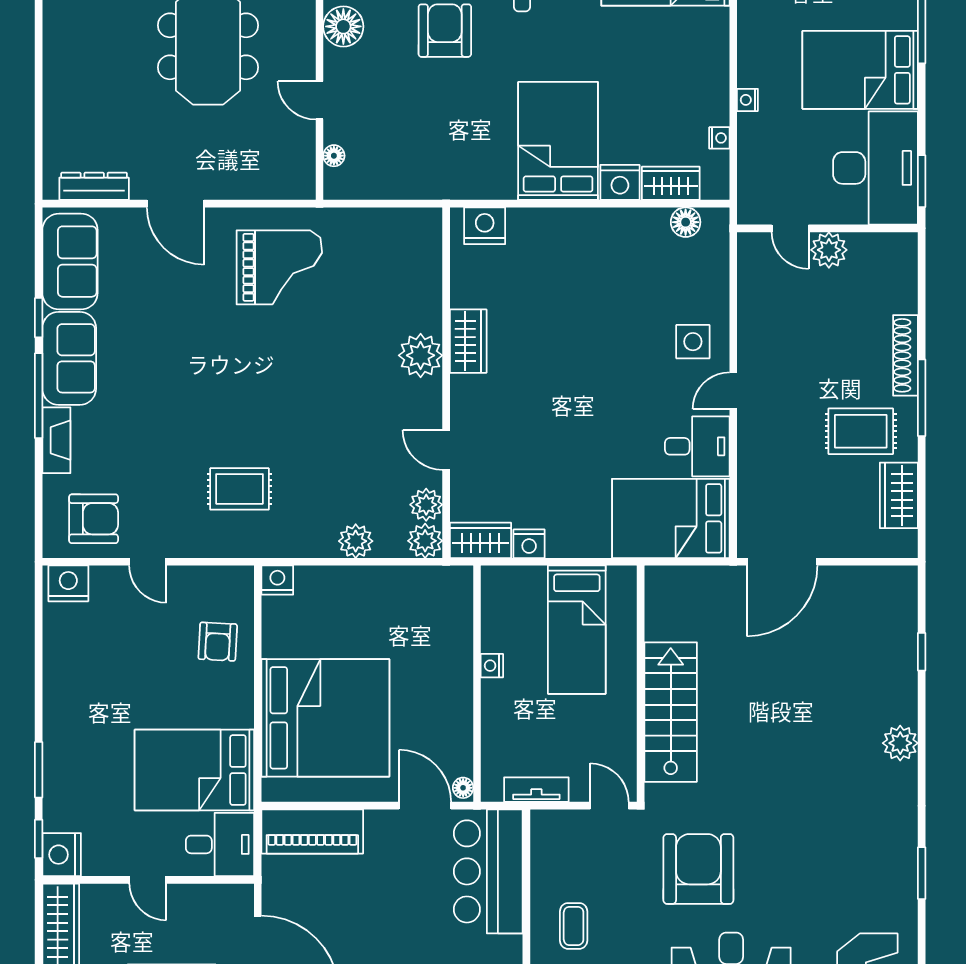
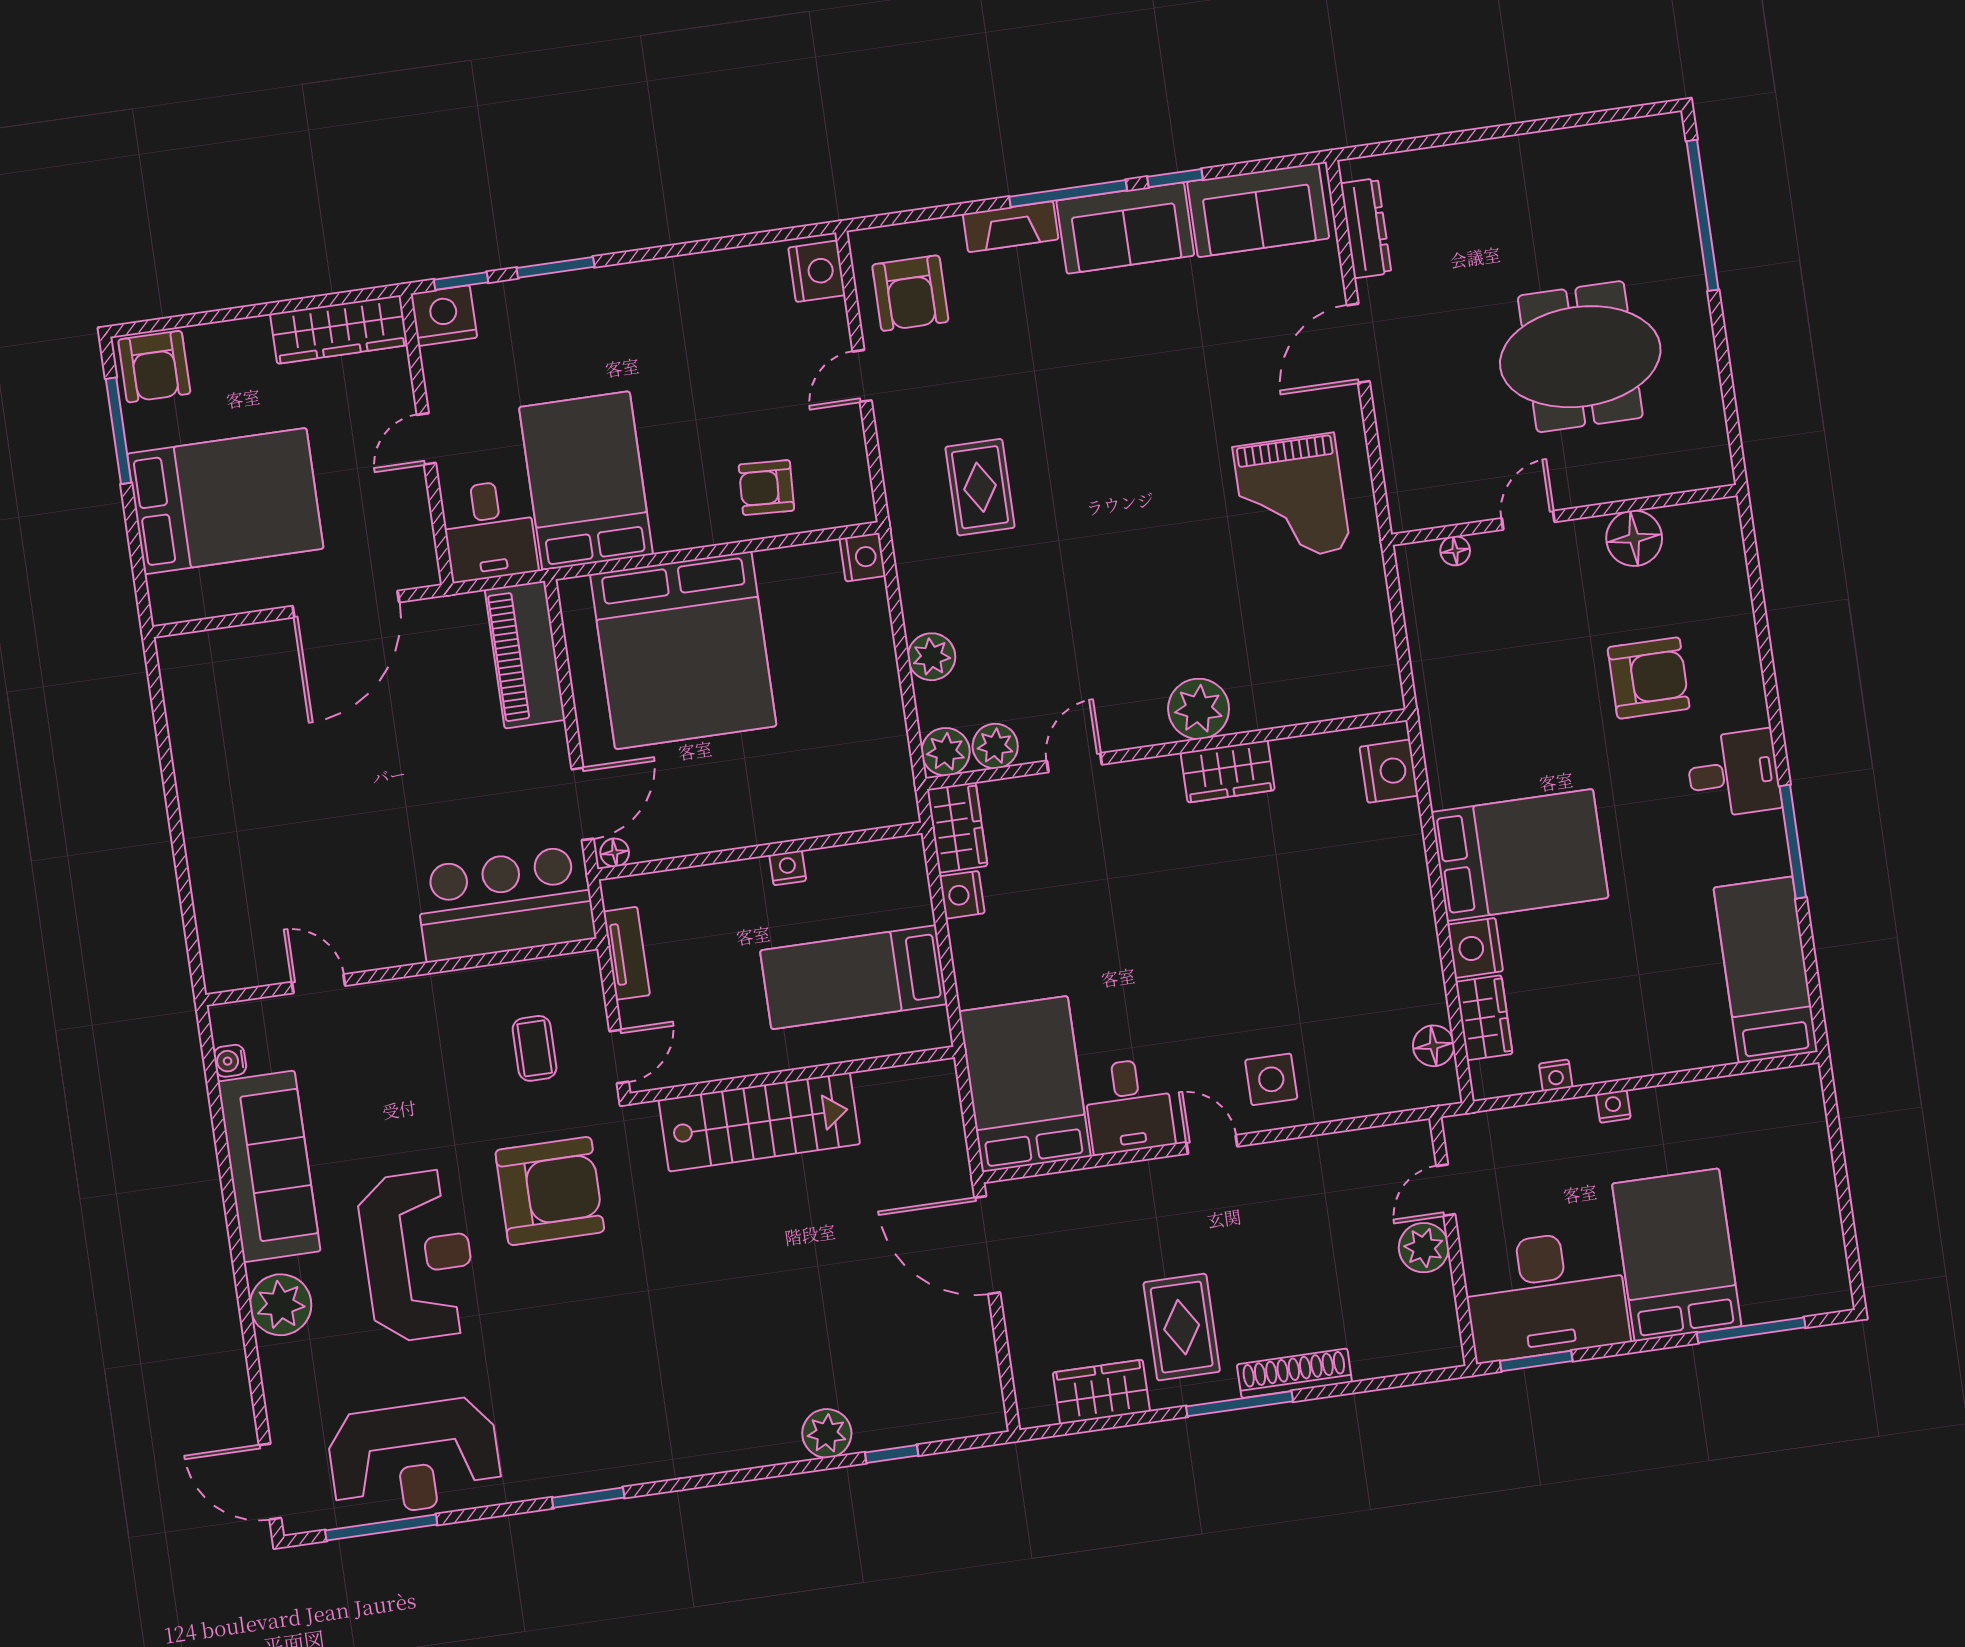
plant: (900, 743) -> (827, 1433), moved
coffee table: (574, 926) -> (535, 1048), moved, turned 90

